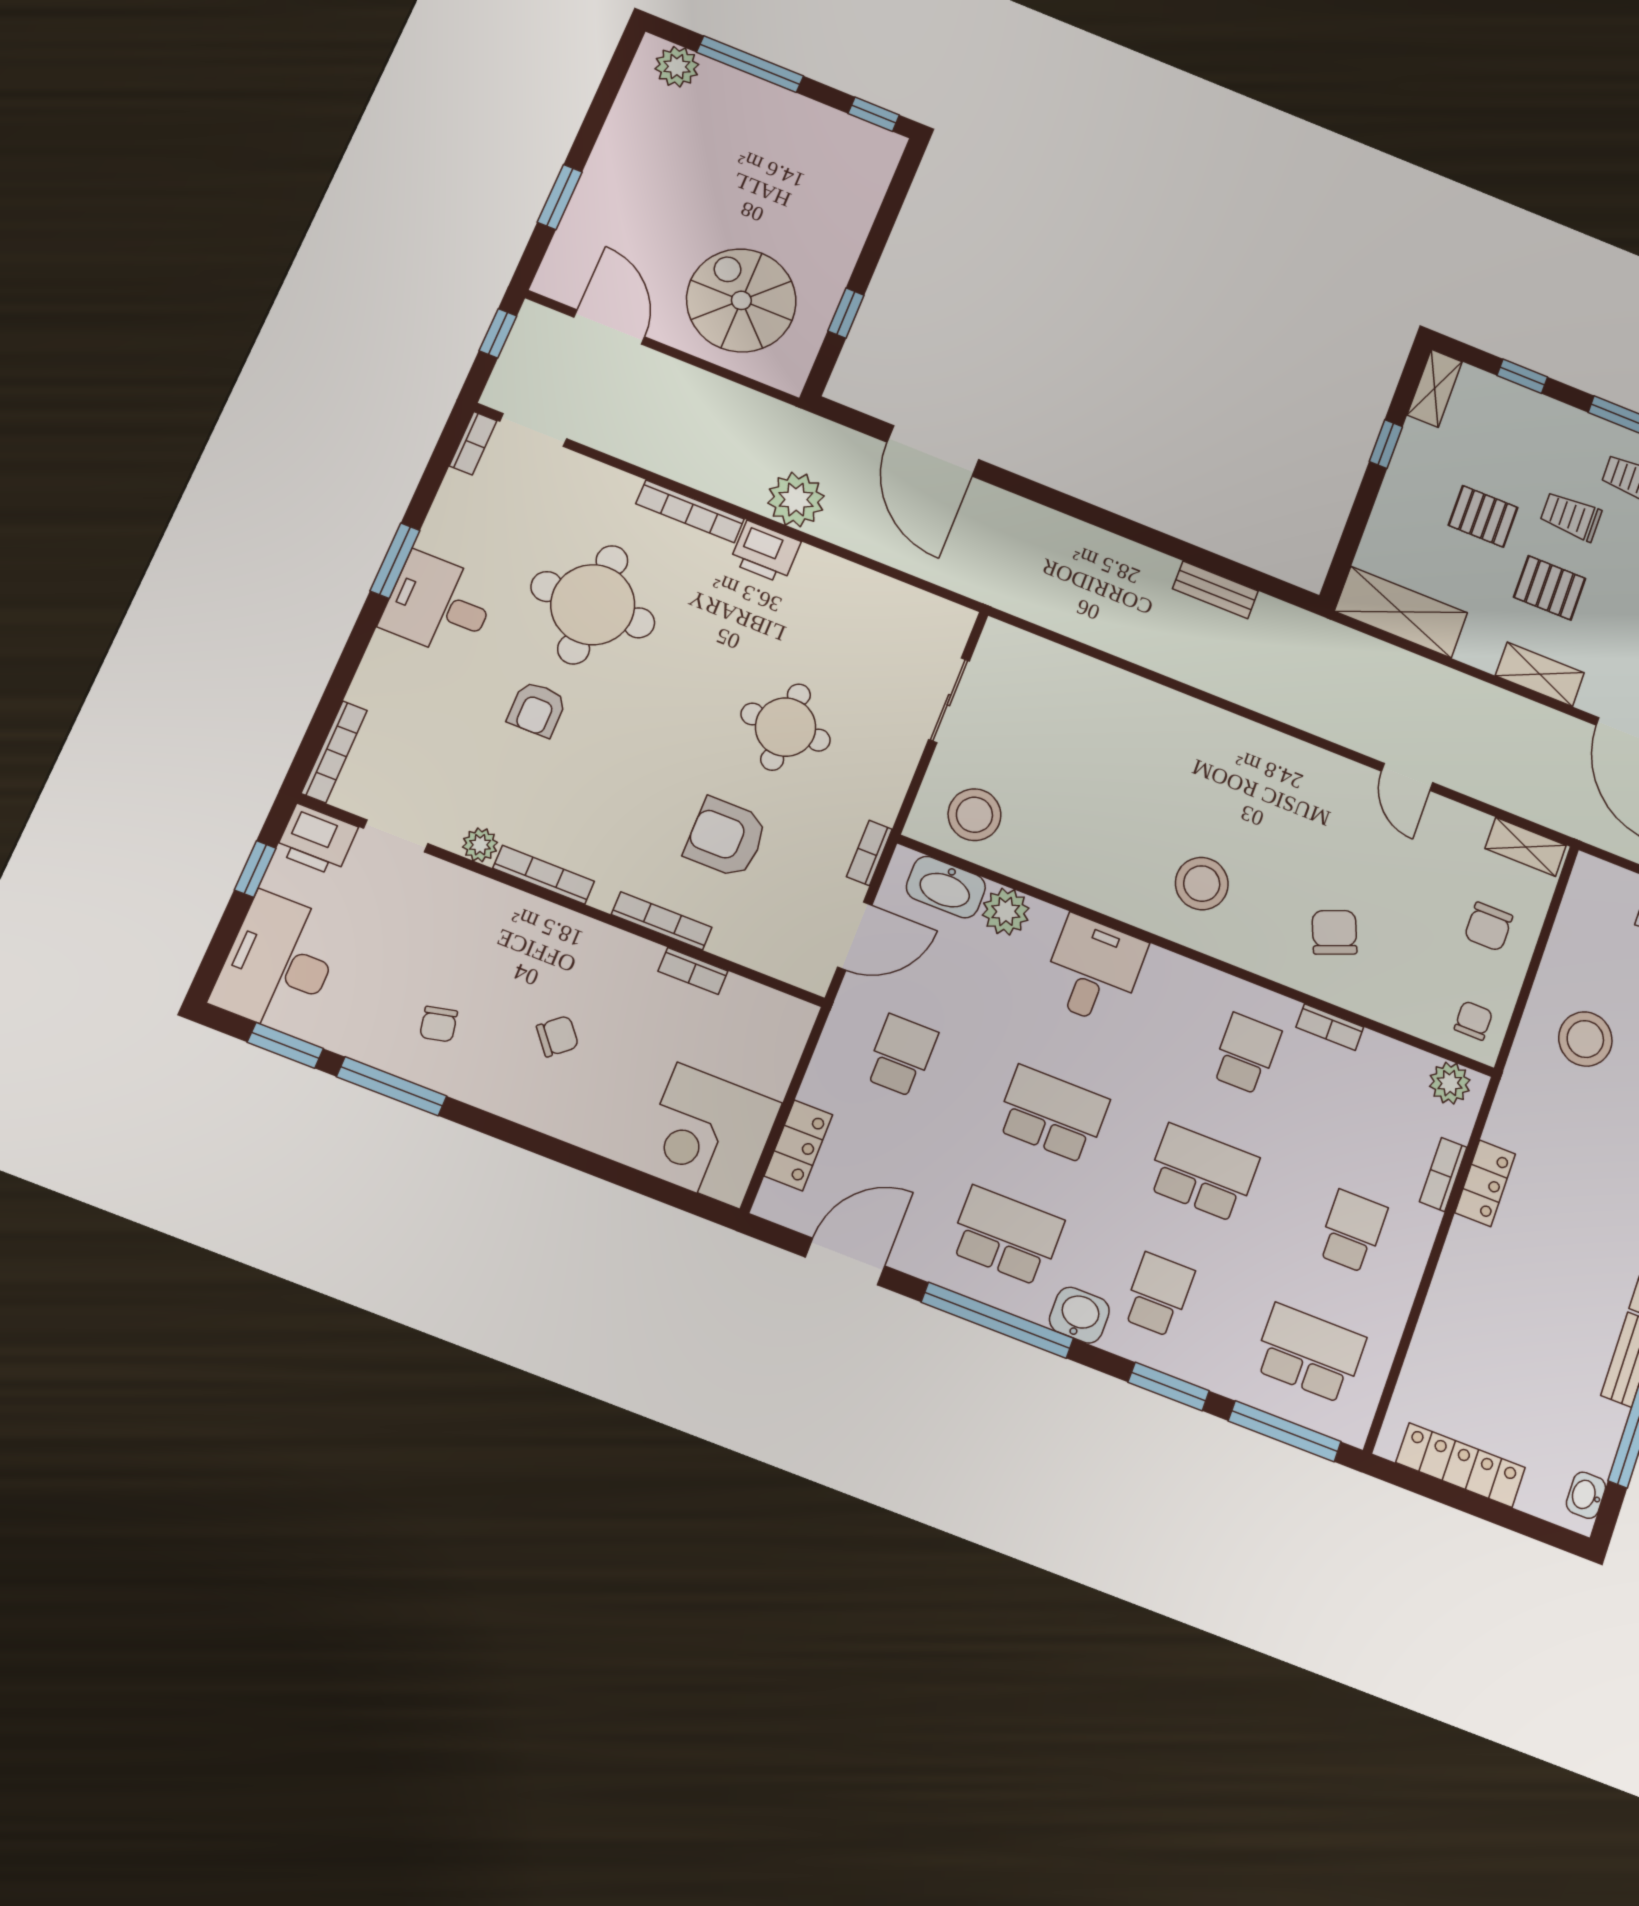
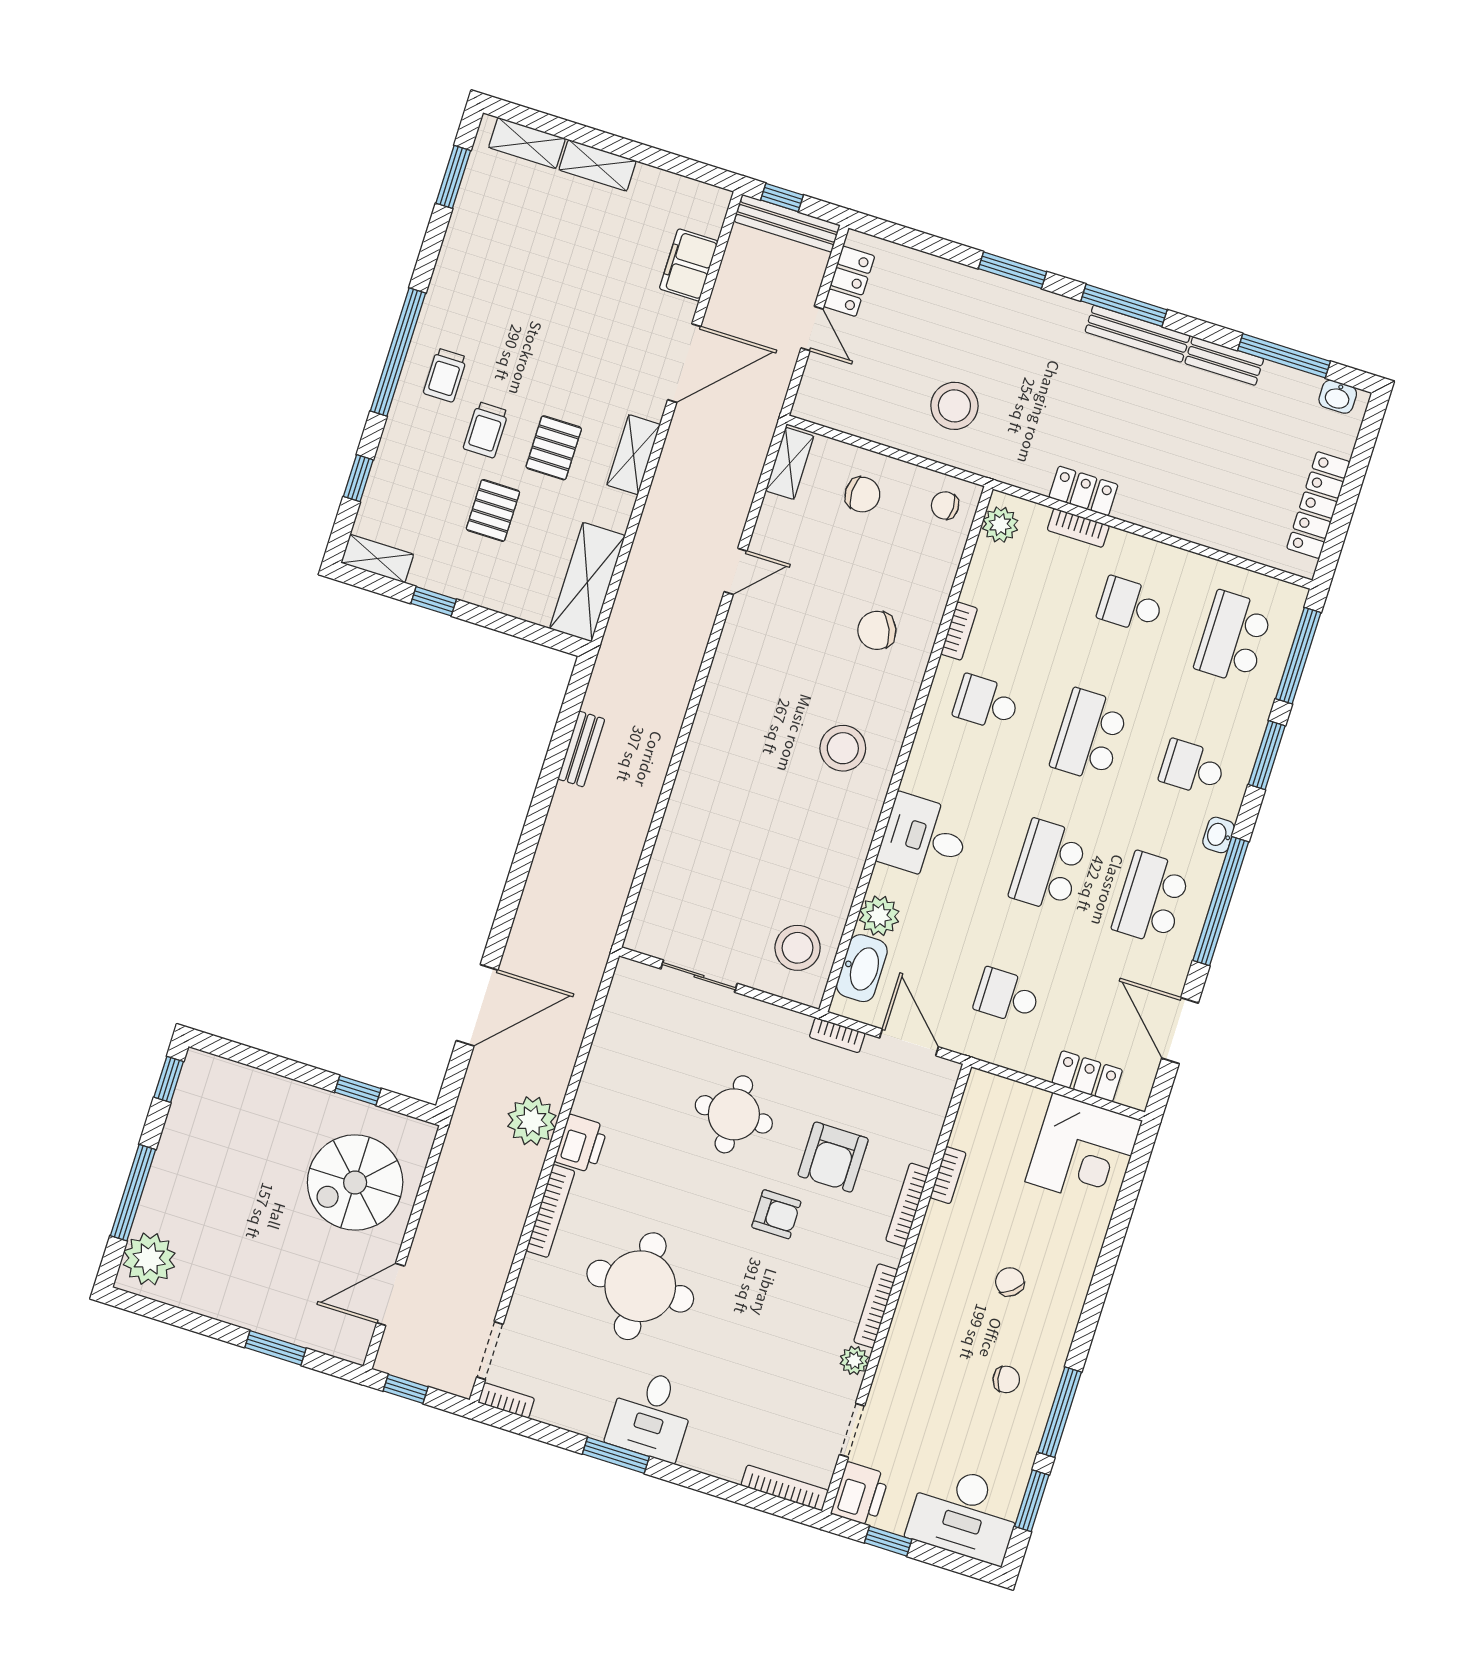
plant: (677, 67) -> (149, 1259), width x1.36, depth x1.36
armchair: (537, 709) -> (776, 1214), moved
washbasin: (1079, 1315) -> (1219, 835), width x0.72, depth x0.69

